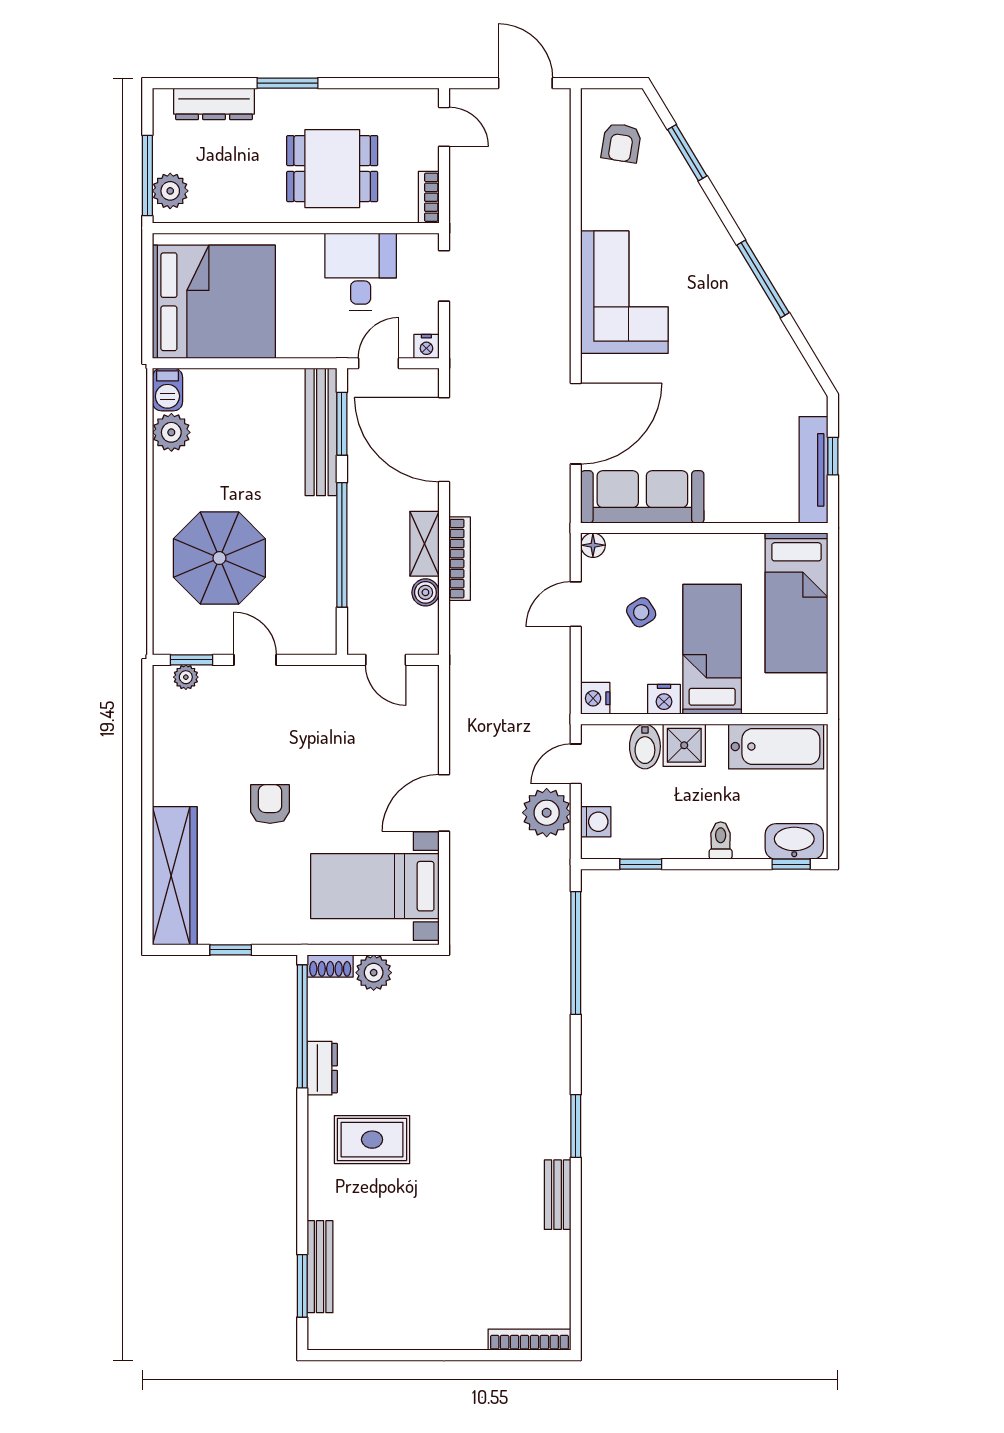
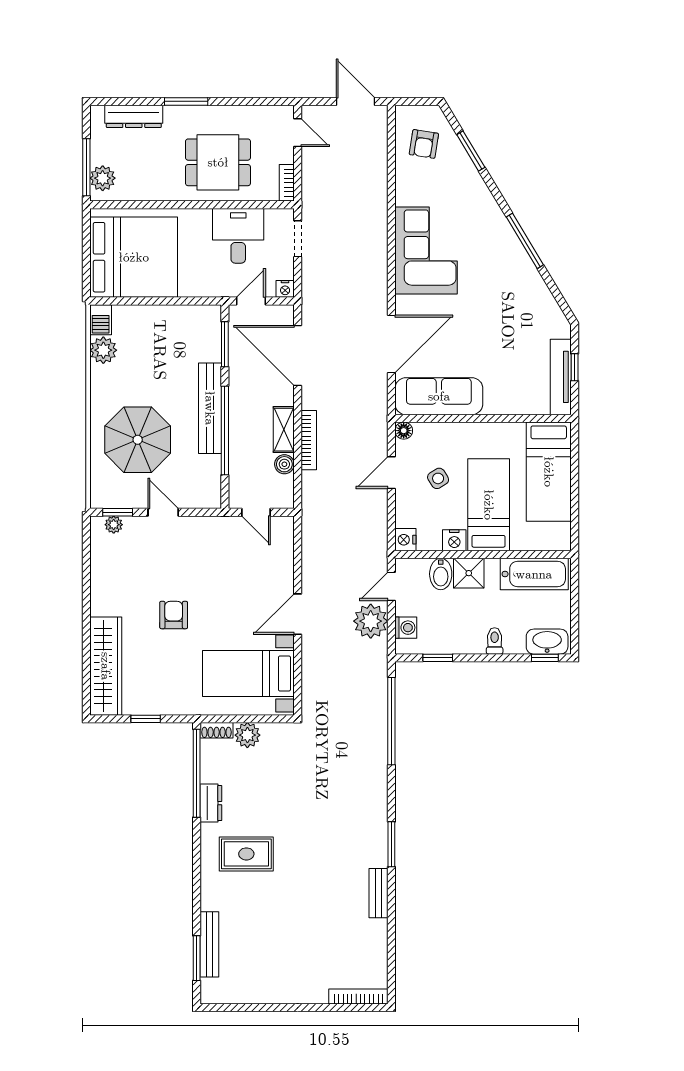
bench: (321, 432) -> (210, 408), moved

